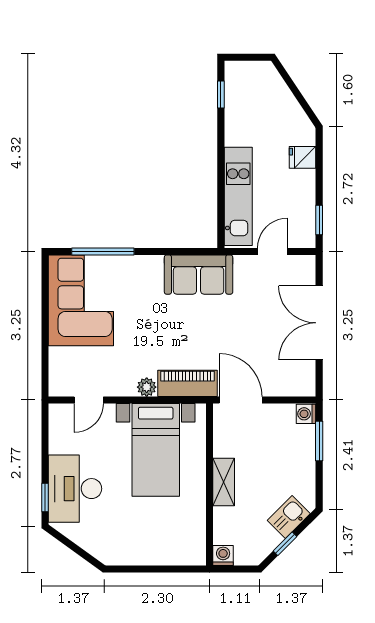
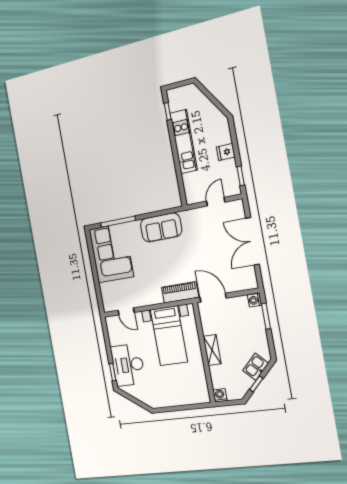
fridge: (303, 157) -> (226, 152), moved
kitchen unit: (238, 196) -> (184, 142), moved
sofa: (199, 275) -> (161, 227), moved
plant: (147, 387) -> (157, 298), removed
door: (89, 400) -> (126, 311), hinge flipped

